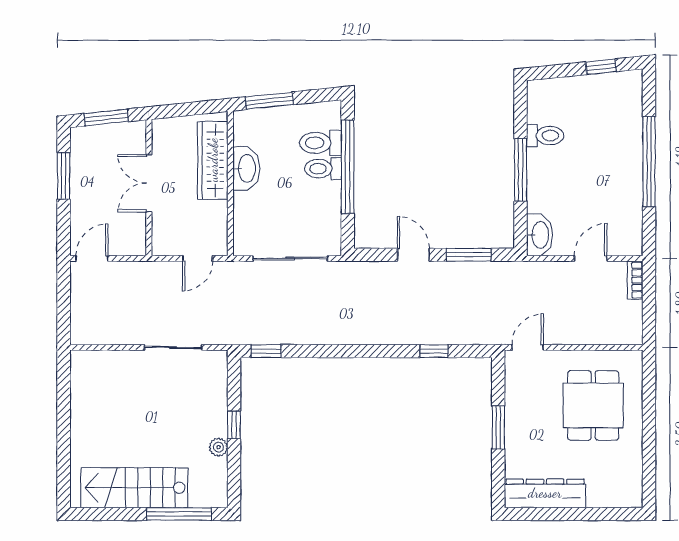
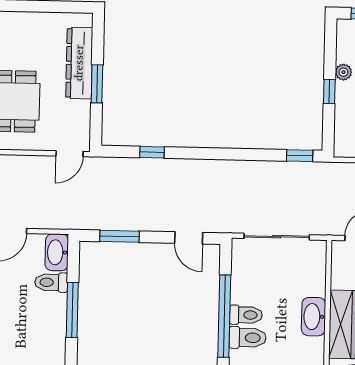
toilet: (545, 136) -> (51, 282), moved
door: (413, 255) -> (189, 238), moved
dresser: (545, 493) -> (79, 63), moved, turned 90

